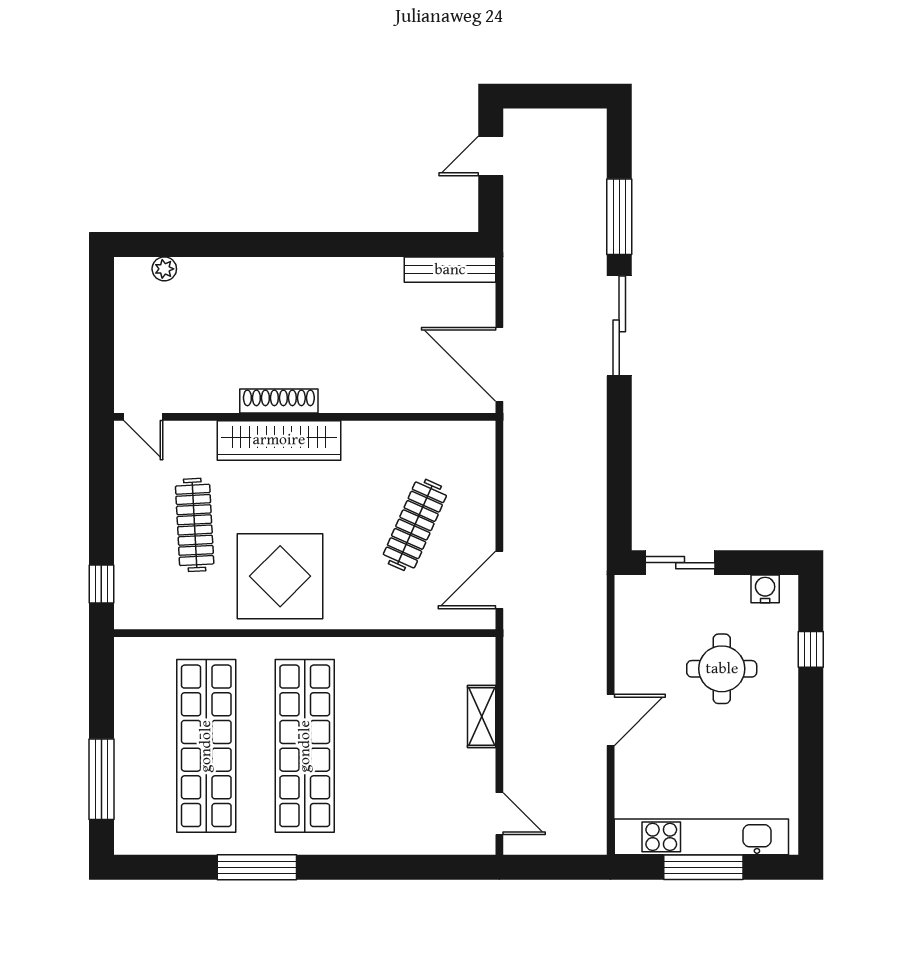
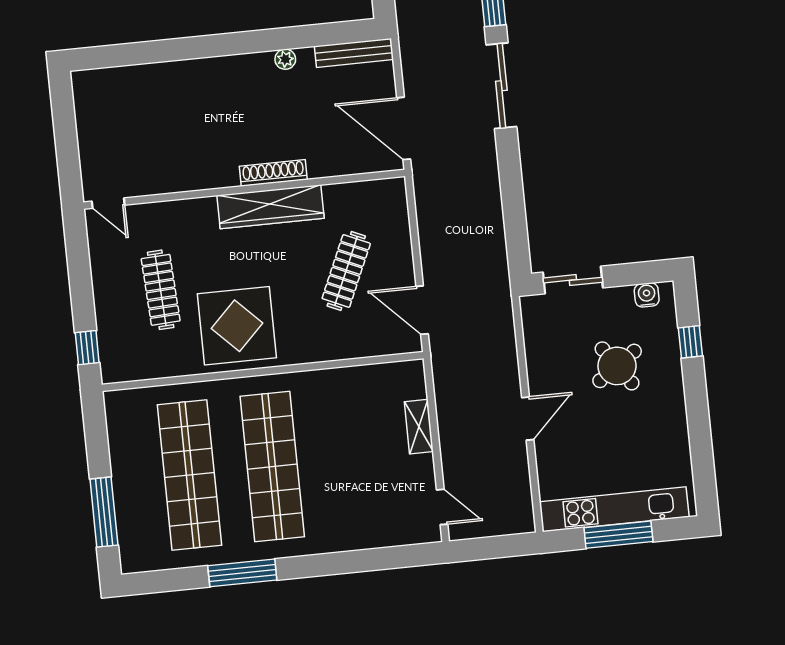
plant: (164, 269) -> (285, 59), moved
shoe rack: (279, 401) -> (273, 173), moved
wardrobe: (279, 440) -> (270, 207), moved
door: (499, 580) -> (422, 310), hinge flipped
round table: (722, 669) -> (617, 366), turned -35

